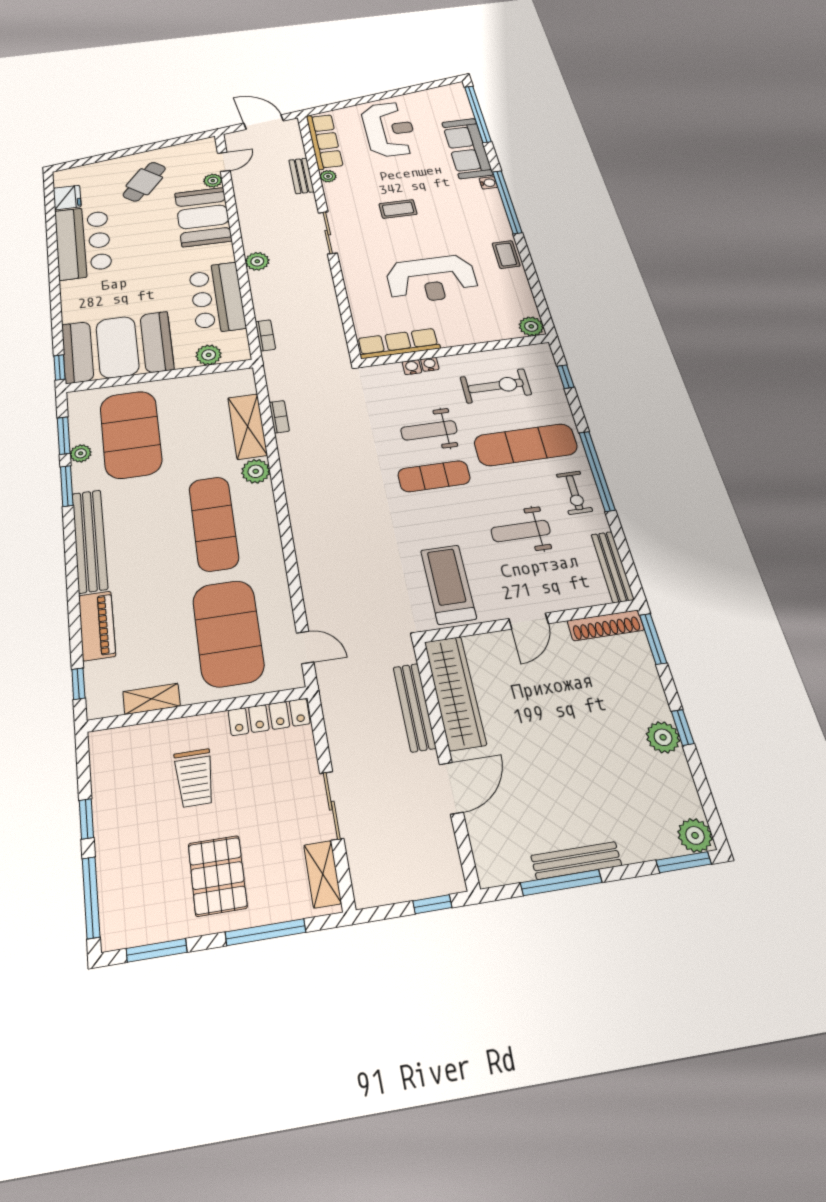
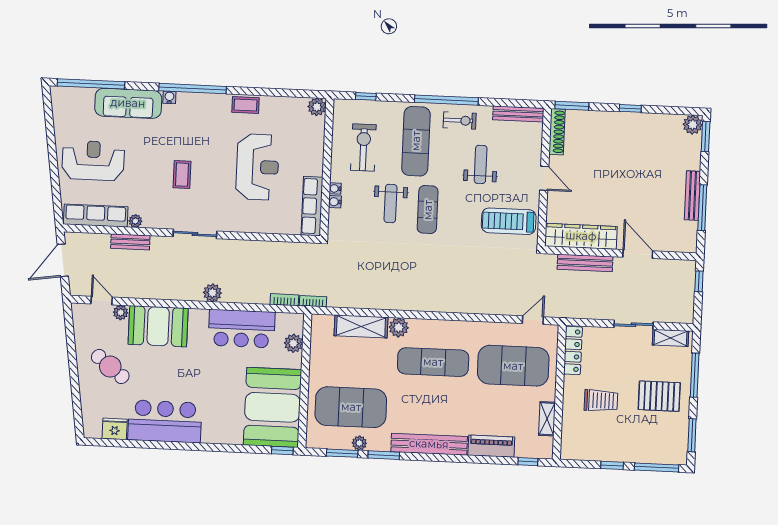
bookcase: (279, 417) -> (313, 301), moved
weight bench: (521, 531) -> (481, 164), turned 180
plant: (663, 737) -> (634, 122), removed

